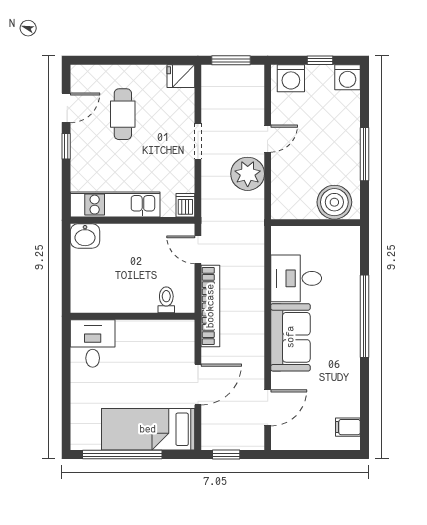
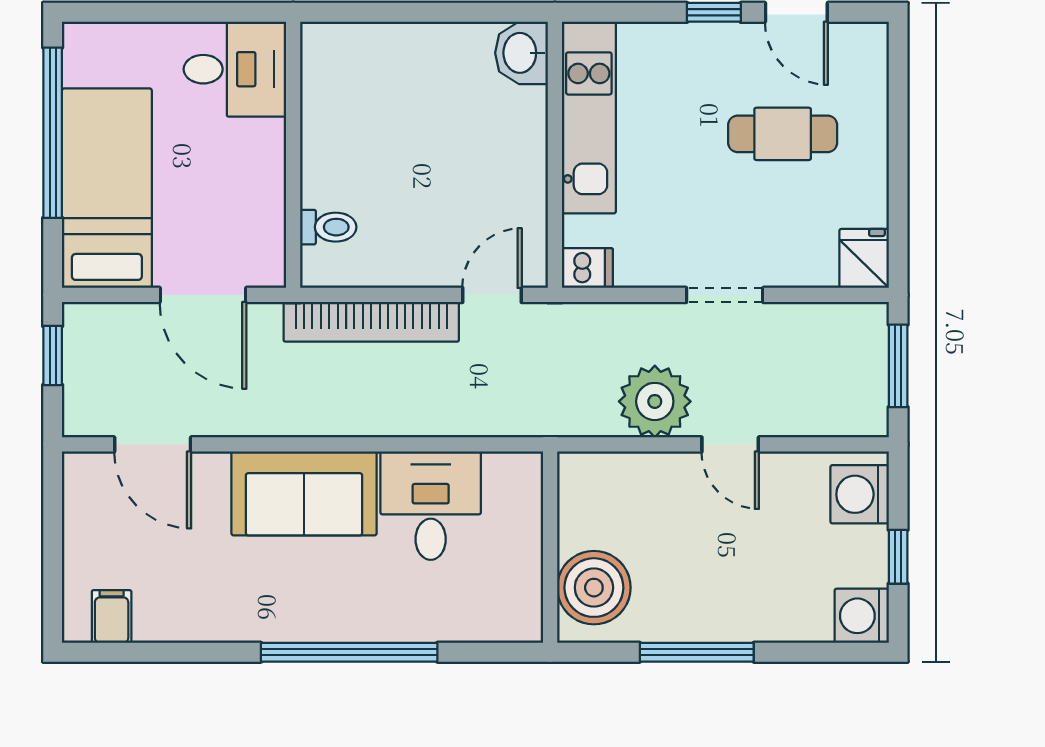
toilet: (166, 300) -> (328, 227), moved
wall: (133, 316) -> (293, 155), moved
desk: (93, 343) -> (235, 69), moved

